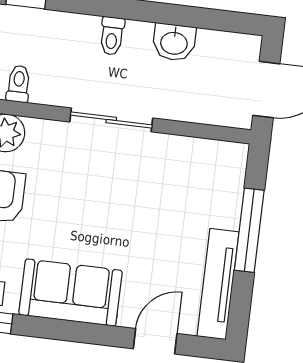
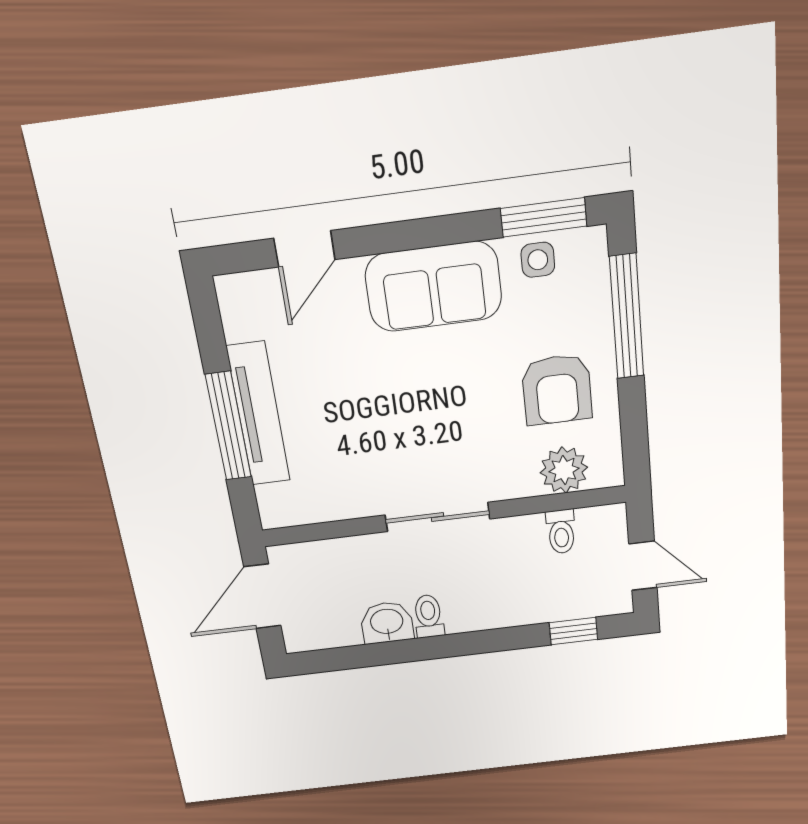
toilet: (112, 36) -> (429, 616), moved
tv unit: (218, 284) -> (258, 414), moved

